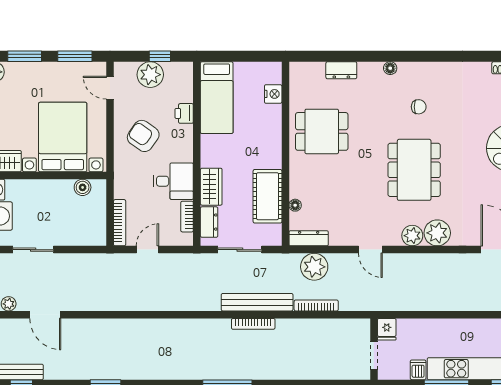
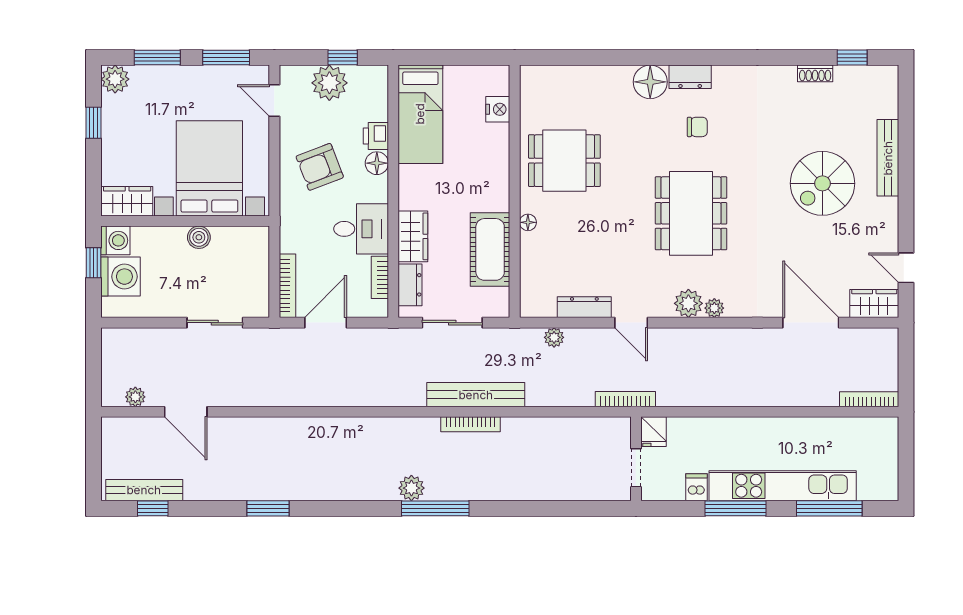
floor lamp: (390, 68) -> (650, 82), width x1.89, depth x1.89
dresser: (341, 70) -> (690, 77), moved
floor lamp: (185, 133) -> (377, 163), added
armchair: (143, 136) -> (320, 167), turned -56
boiler: (83, 187) -> (199, 237), moved
floor lamp: (295, 205) -> (528, 222), moved
plant: (437, 233) -> (714, 308), width x0.53, depth x0.53
dresser: (309, 238) -> (584, 307), moved
sliding door: (33, 250) -> (215, 323), moved
door: (147, 250) -> (326, 323), width x1.38
plant: (314, 267) -> (554, 337), width x0.53, depth x0.53
bookcase: (316, 305) -> (625, 399), moved
plant: (210, 370) -> (411, 488), added

